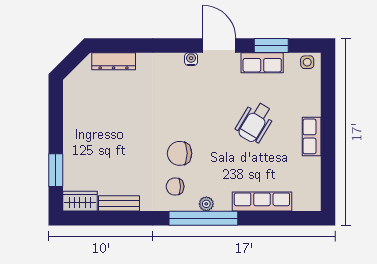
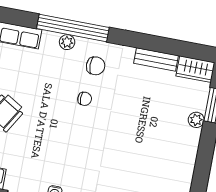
plant: (70, 153) -> (196, 120), added
chair: (180, 153) -> (85, 99), width x0.54, depth x0.54

